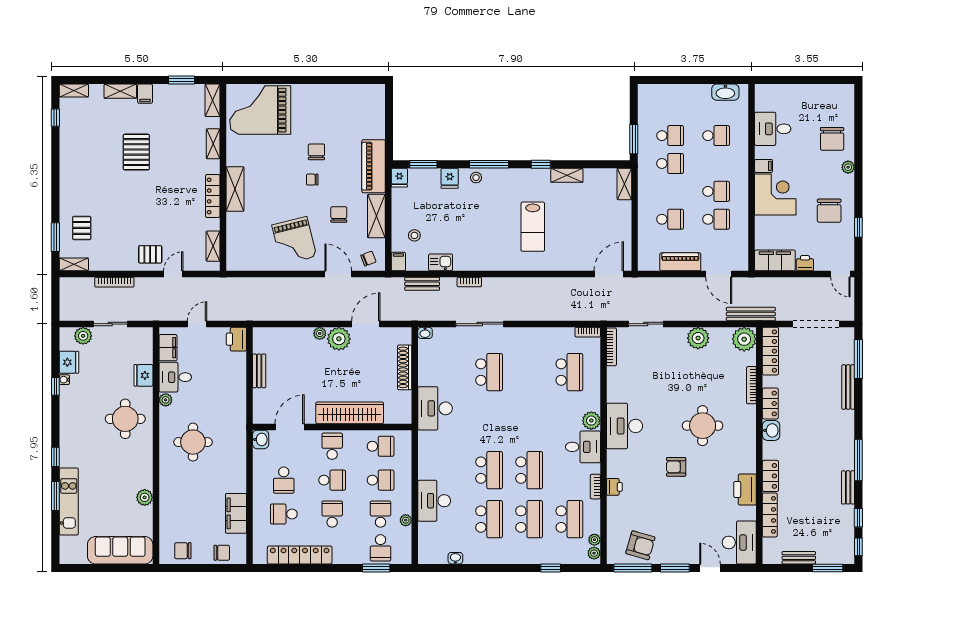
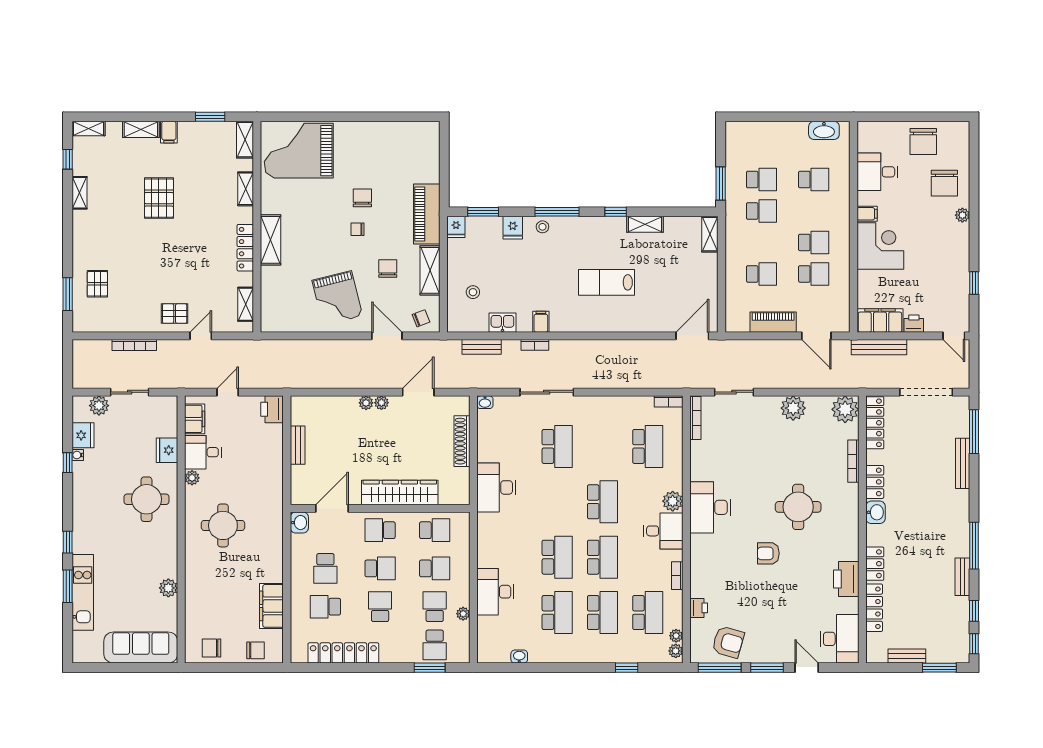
chair: (829, 211) -> (923, 141), moved
lab bench: (533, 227) -> (607, 282), turned 90
filing cabinet: (398, 262) -> (541, 322), moved
shelving: (74, 264) -> (79, 193), moved, turned 90
bench: (751, 314) -> (879, 347), moved
plant: (339, 339) -> (381, 403), width x0.53, depth x0.53
school desk: (529, 421) -> (602, 502), added
school desk: (332, 446) -> (380, 530), turned -90
printer: (614, 487) -> (699, 608), moved

